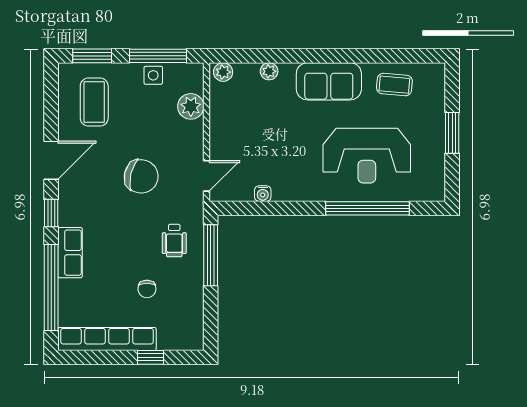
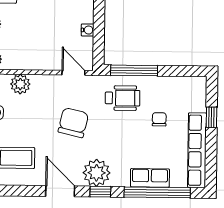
plant: (76, 208) -> (97, 173), added
wheelchair: (174, 241) -> (123, 98), width x1.36, depth x1.37
row of seats: (70, 253) -> (150, 178), moved
chair: (147, 289) -> (159, 119), turned -90

